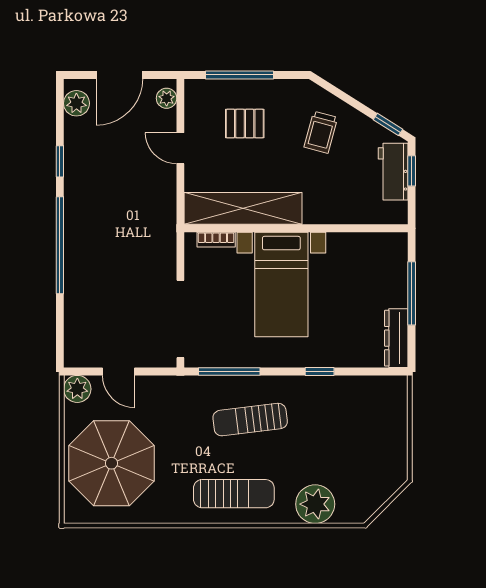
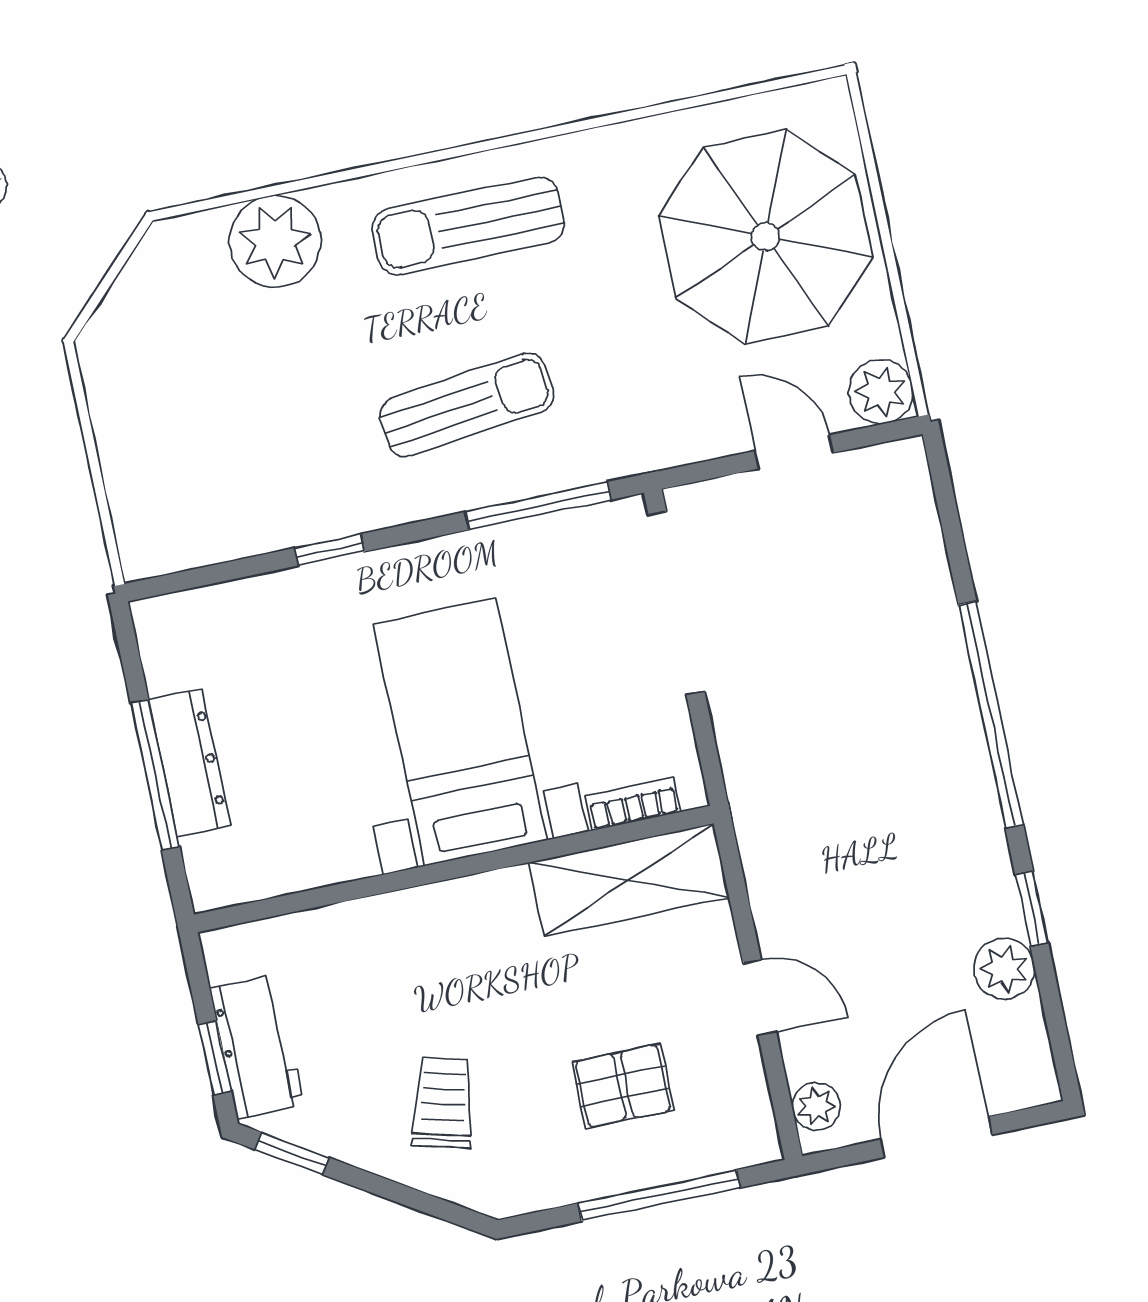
plant: (76, 103) -> (1004, 969), moved
shelving: (243, 208) -> (629, 880), width x0.68
dresser: (396, 338) -> (190, 762), moved

